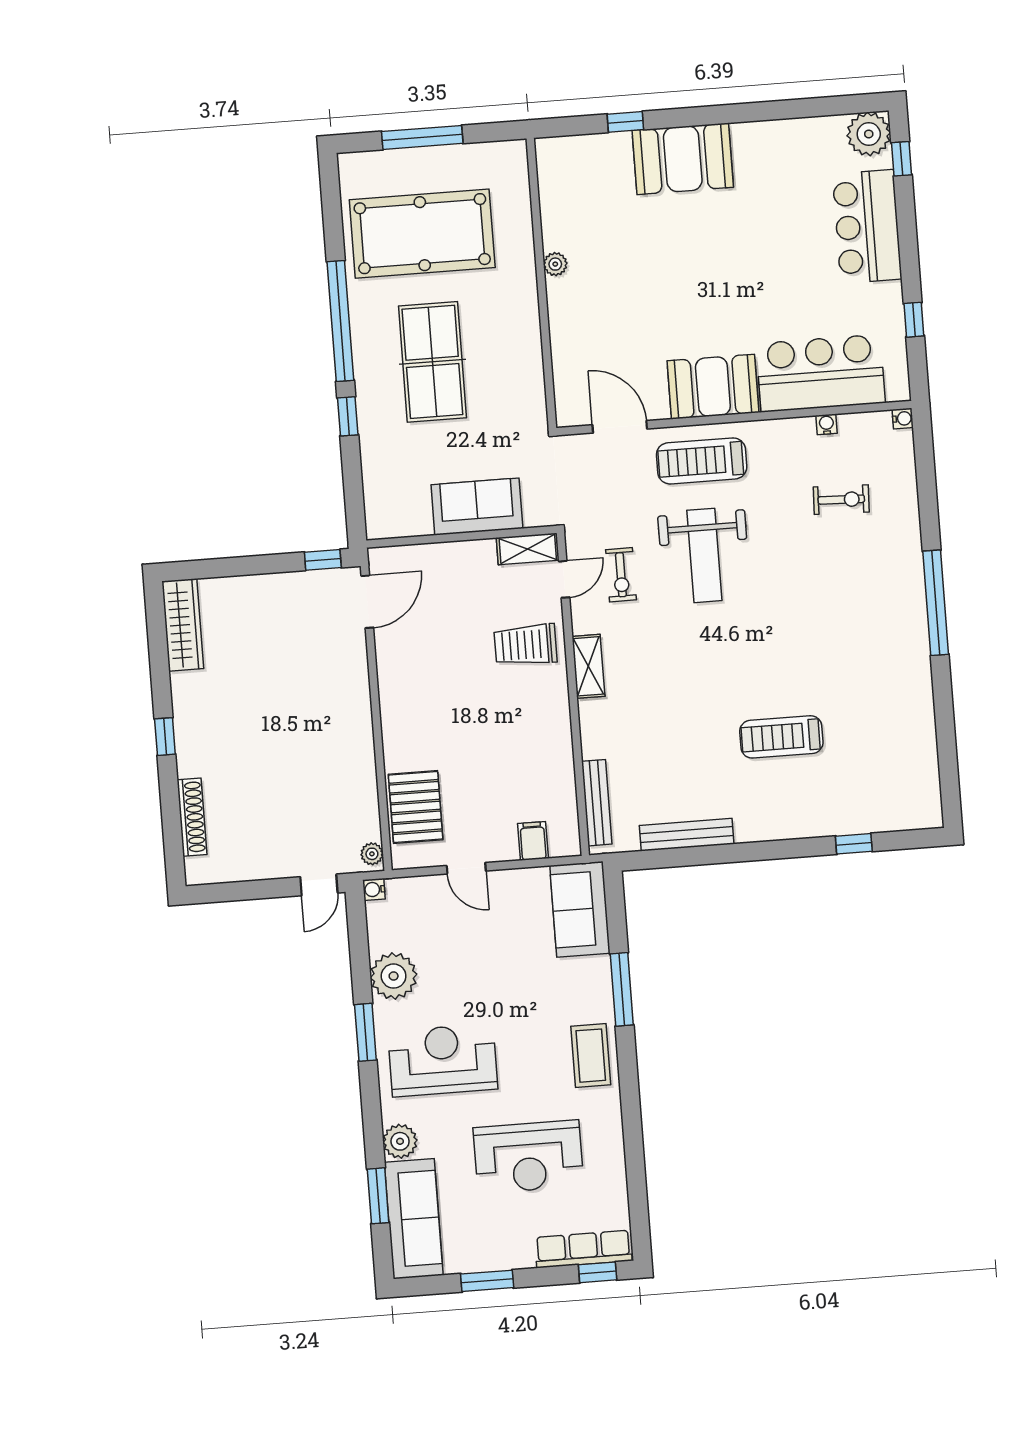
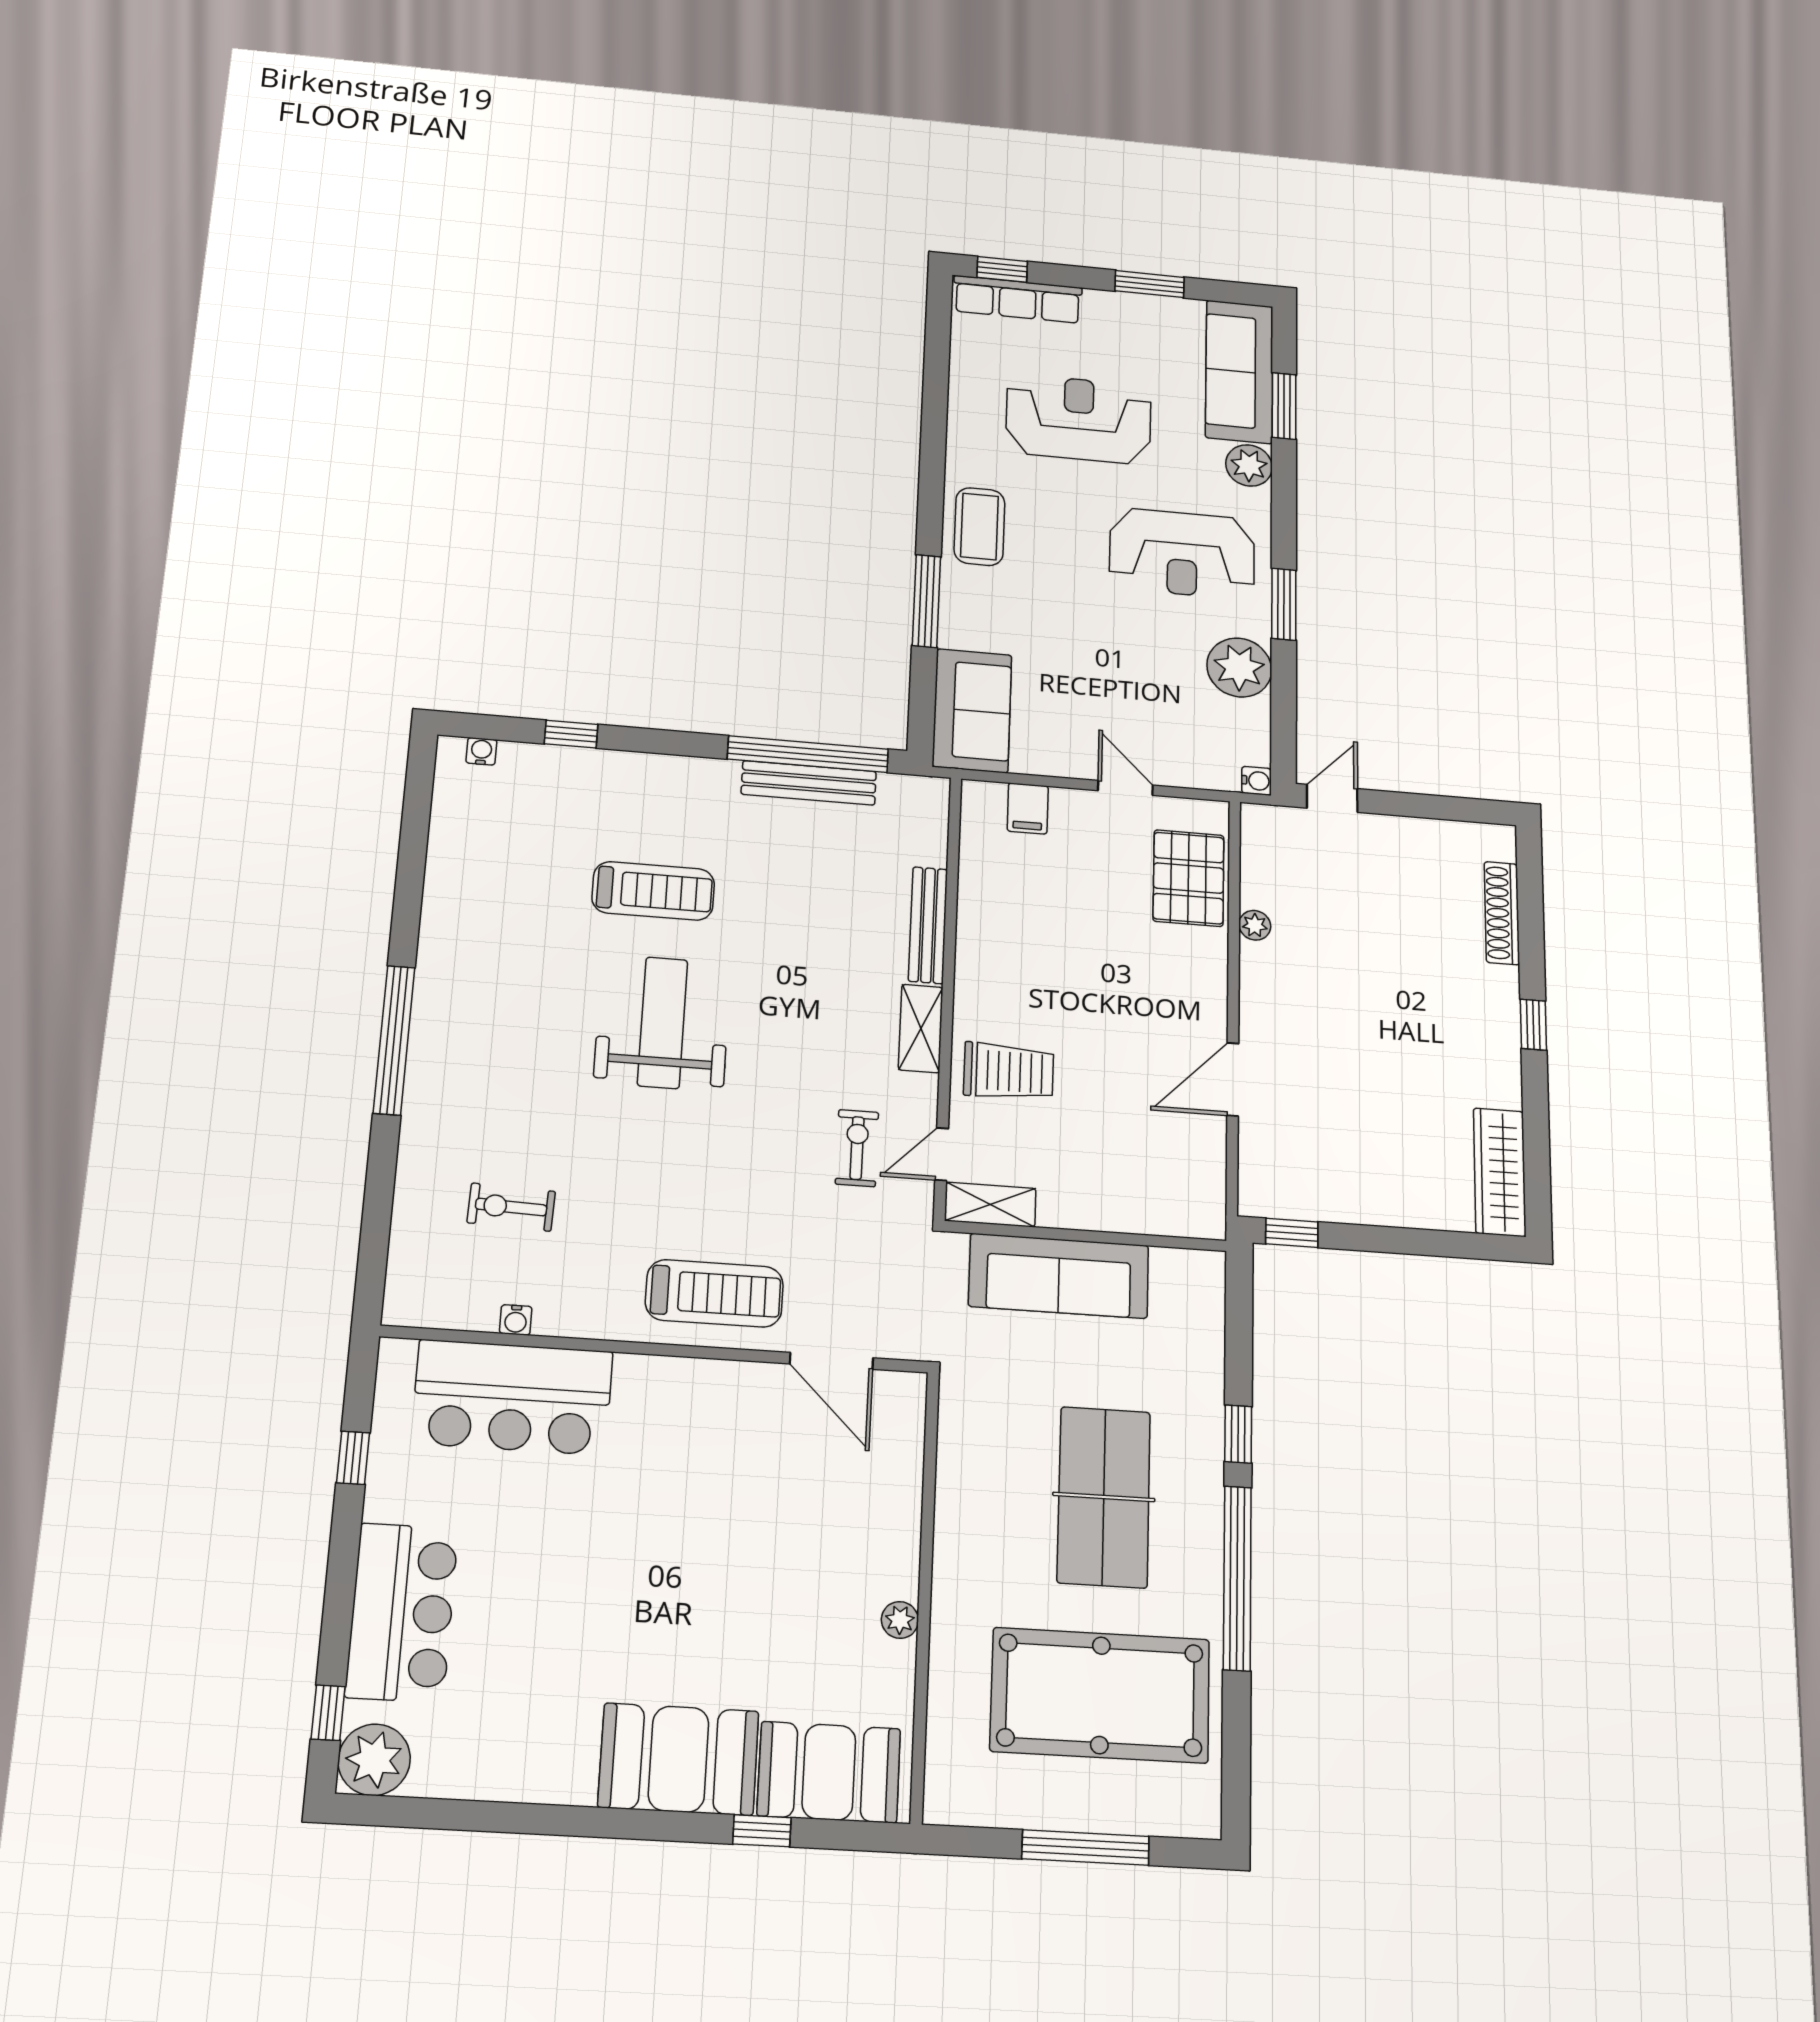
booth: (713, 387) -> (829, 1772), moved
water cooler: (903, 418) -> (481, 751), moved, turned 90
sofa: (477, 507) -> (1059, 1276), width x1.36
weight bench: (704, 555) -> (663, 1023), moved
door: (367, 602) -> (1233, 1079), moved
bench: (597, 803) -> (928, 925), moved
plant: (372, 854) -> (1255, 925), moved
window: (690, 856) -> (808, 754), added

